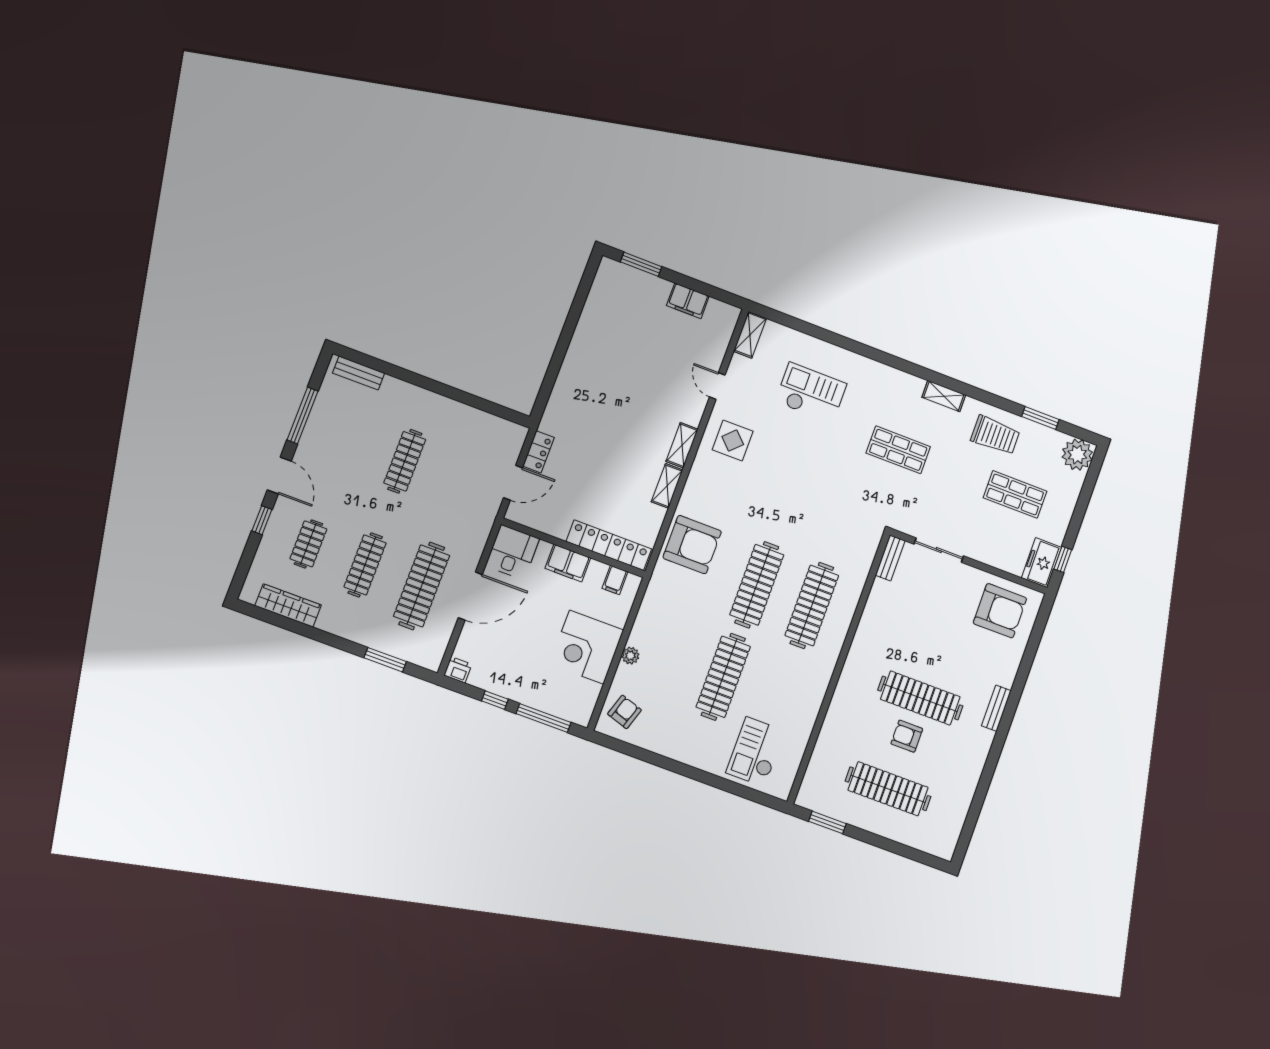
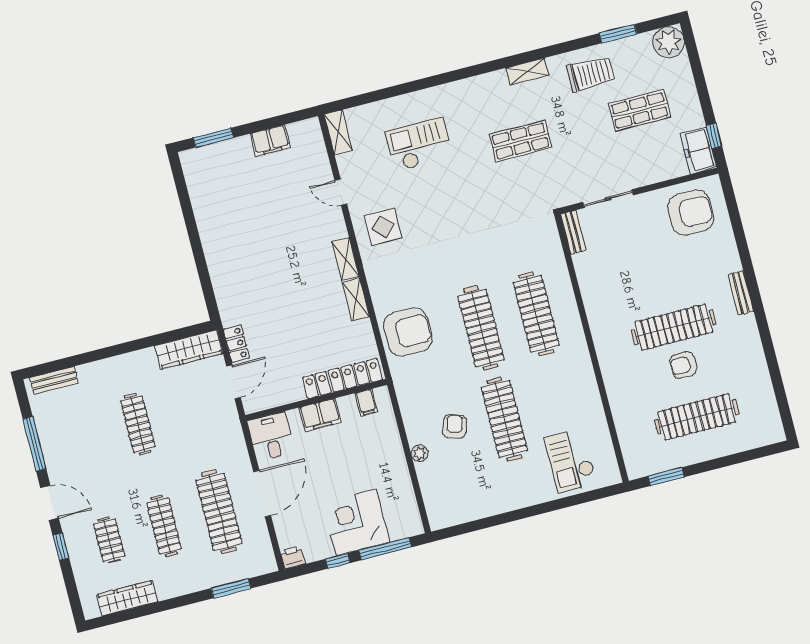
wardrobe: (494, 428) -> (189, 350), added
corner desk: (587, 647) -> (356, 522), moved, turned 90
armchair: (624, 712) -> (455, 427), moved

